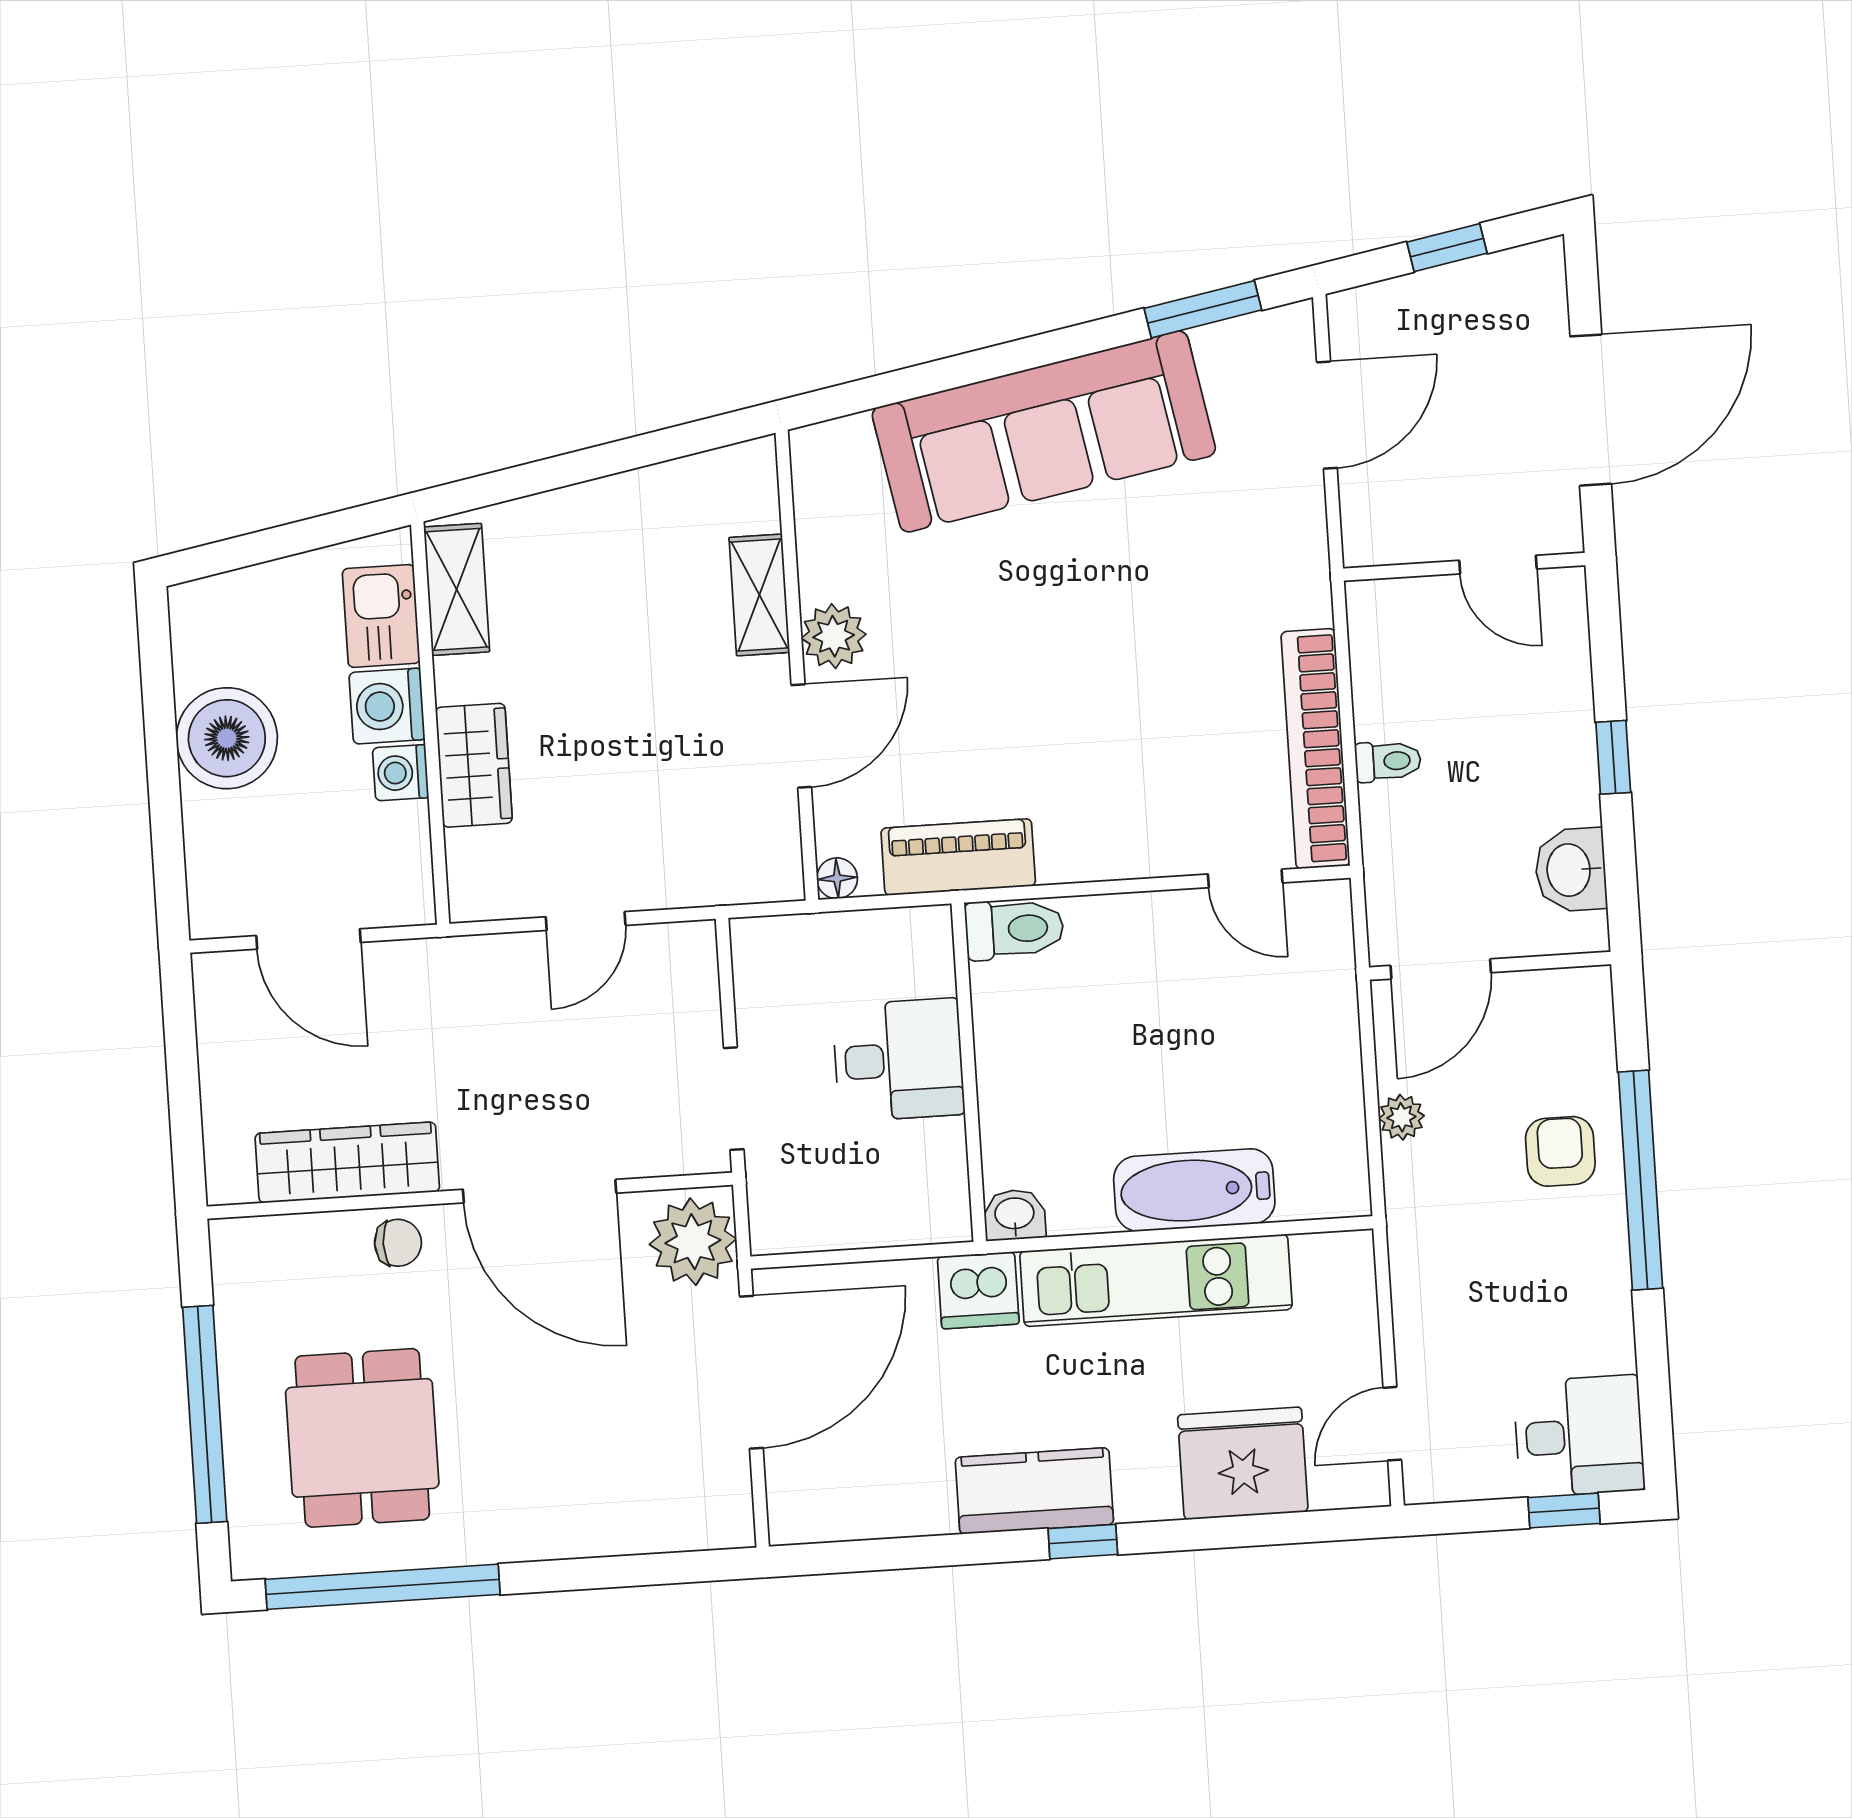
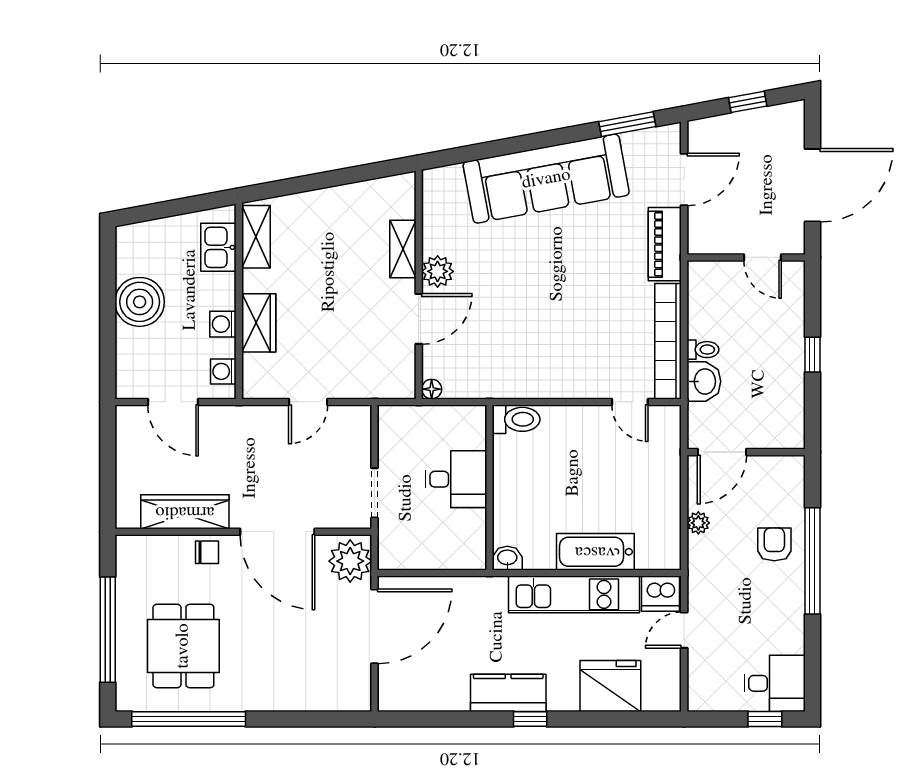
washing machine: (387, 706) -> (223, 371), moved, width x0.73, depth x0.73
piano: (958, 857) -> (665, 244), moved, turned -90
washbasin: (1571, 870) -> (704, 381), moved, turned 180
dishwasher: (978, 1290) -> (661, 594), moved
door: (1392, 1424) -> (684, 630), moved

